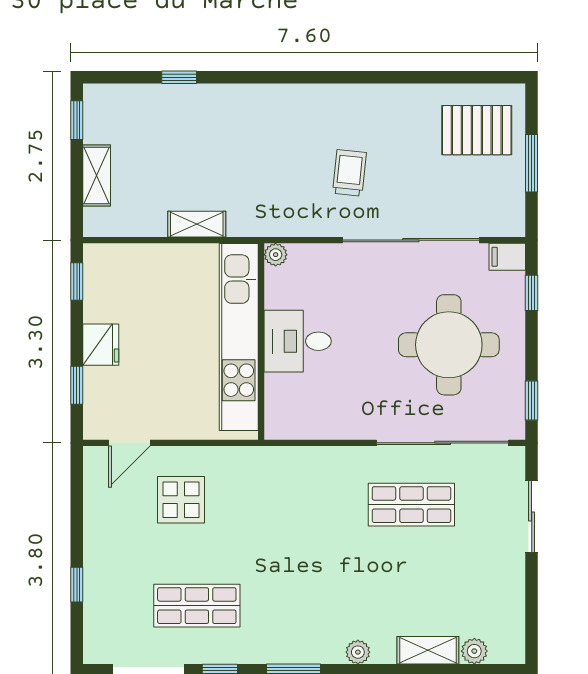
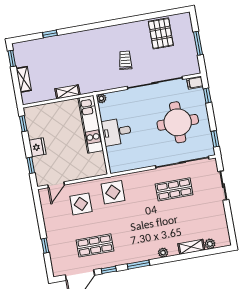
pallet: (477, 130) -> (161, 33), moved, turned 90
kitchen unit: (239, 337) -> (91, 124), width x0.73
display table: (263, 485) -> (113, 192), added

